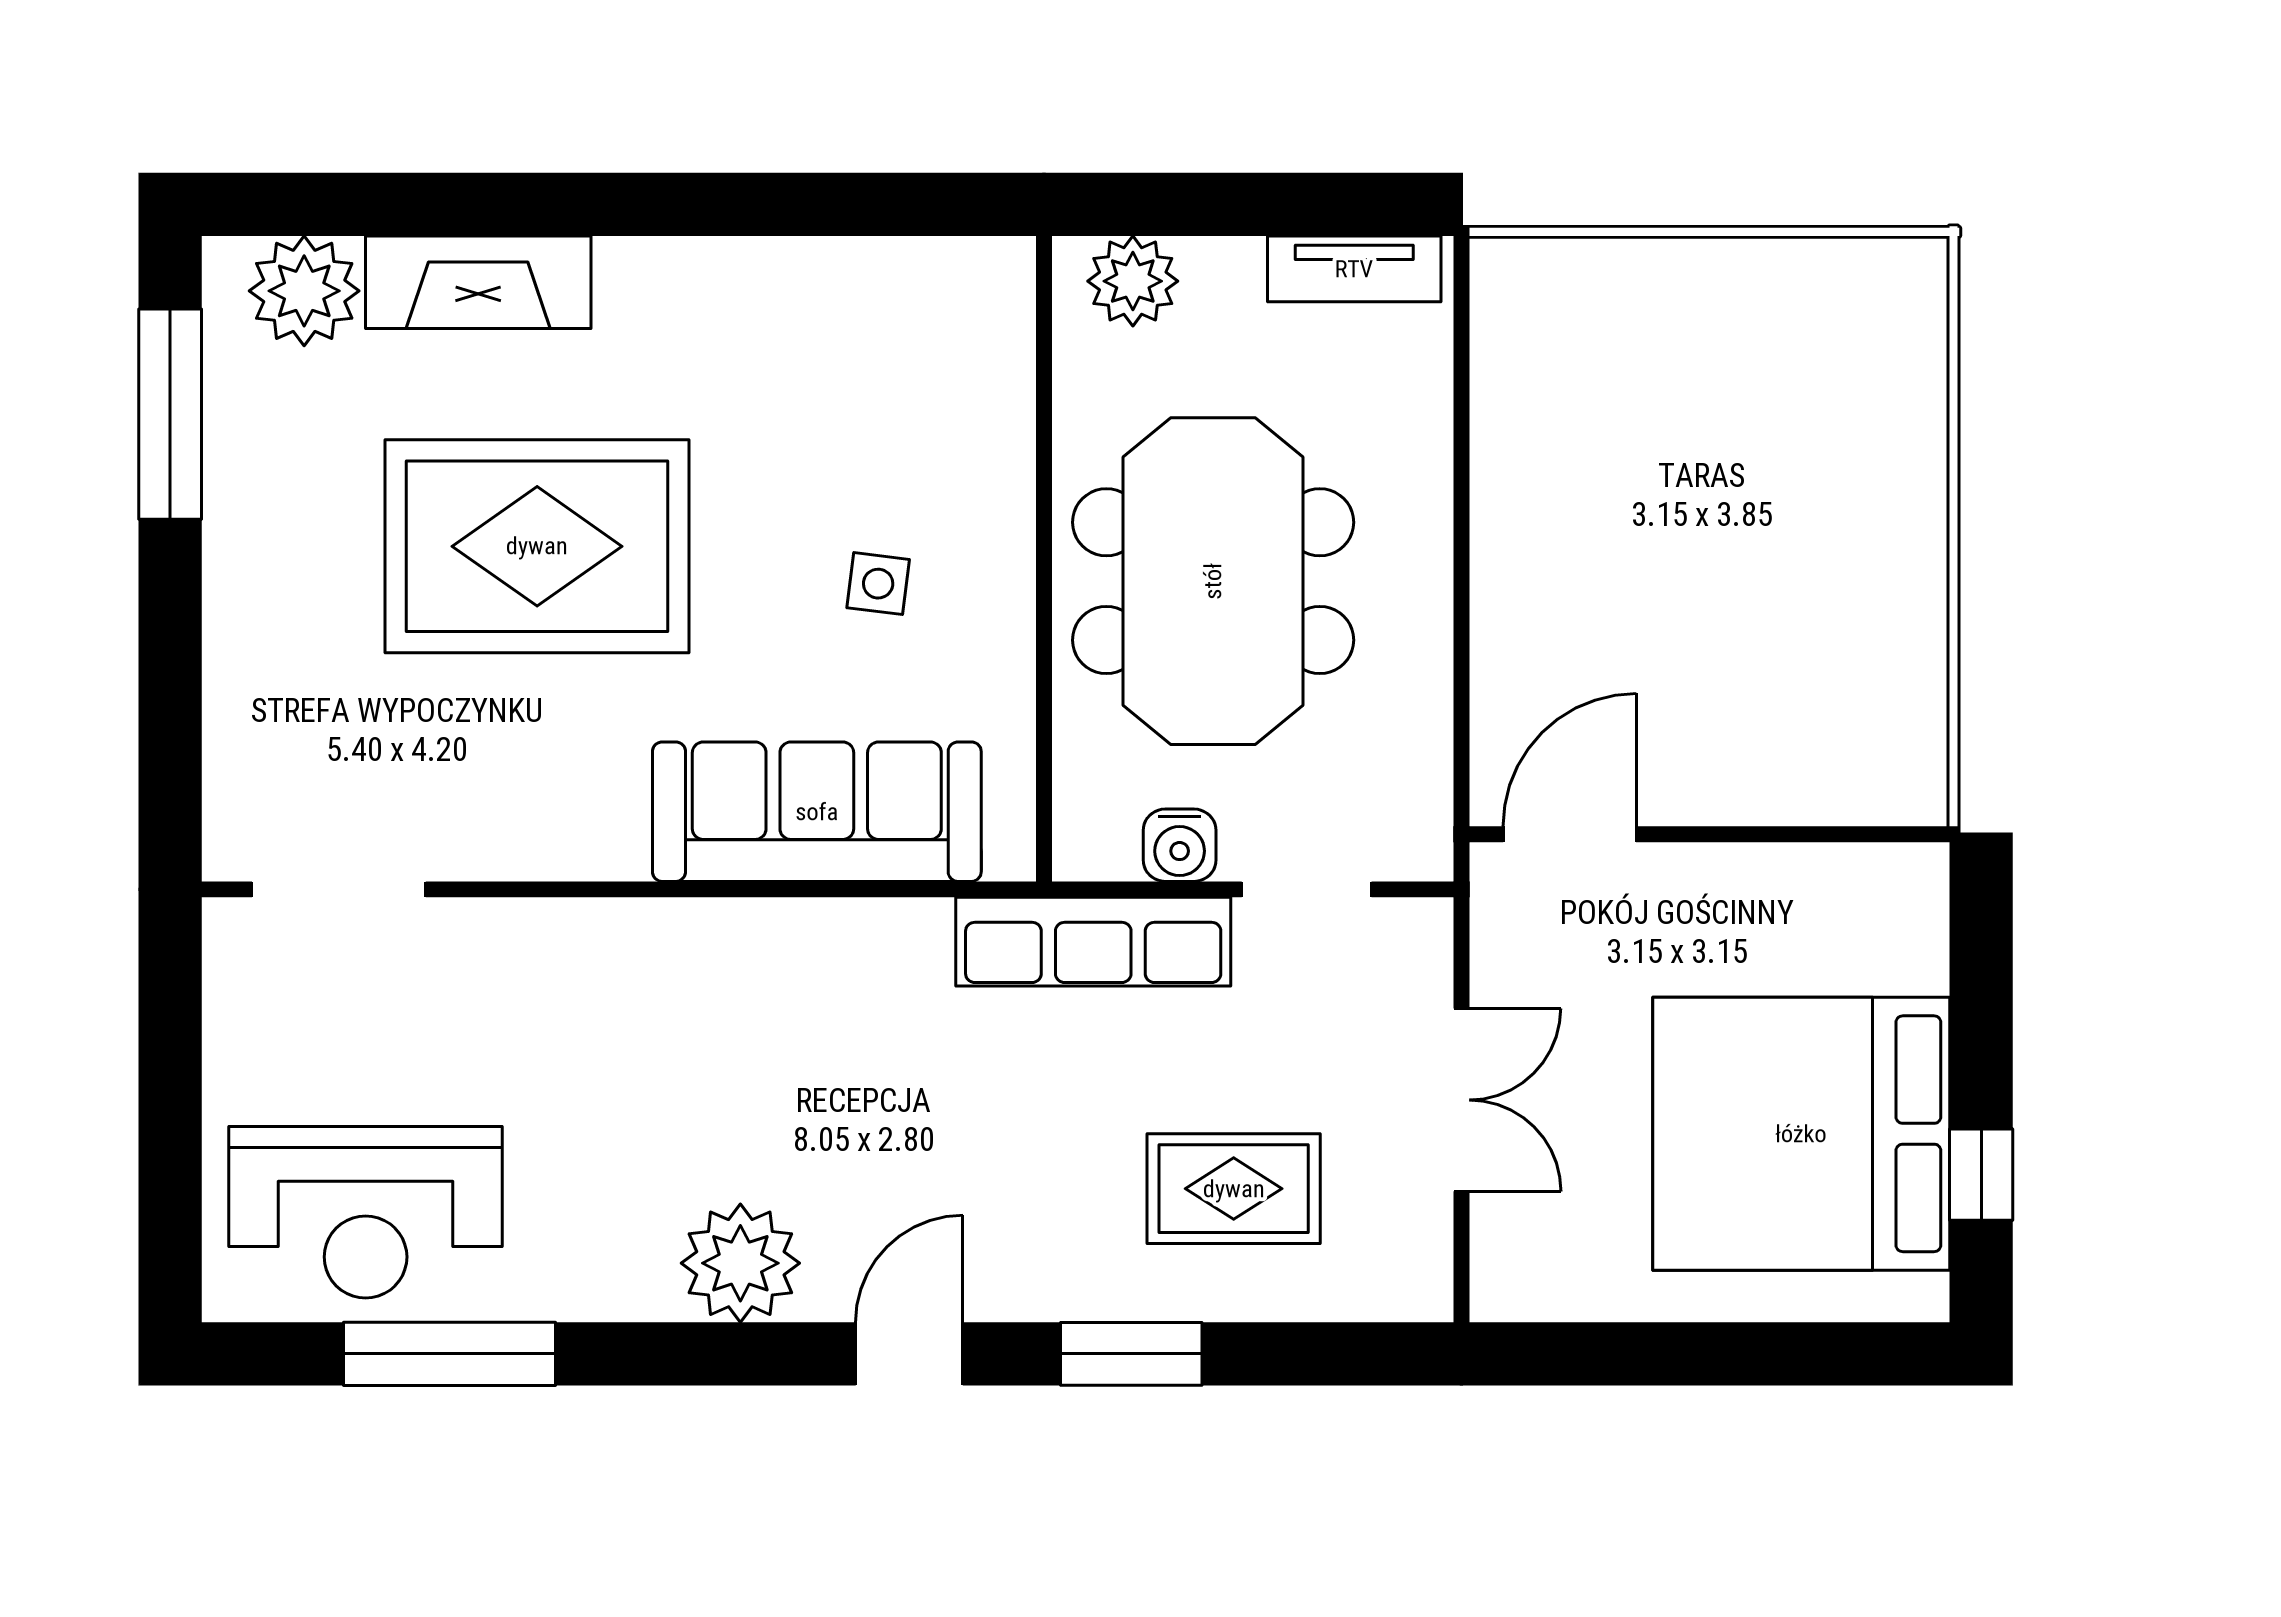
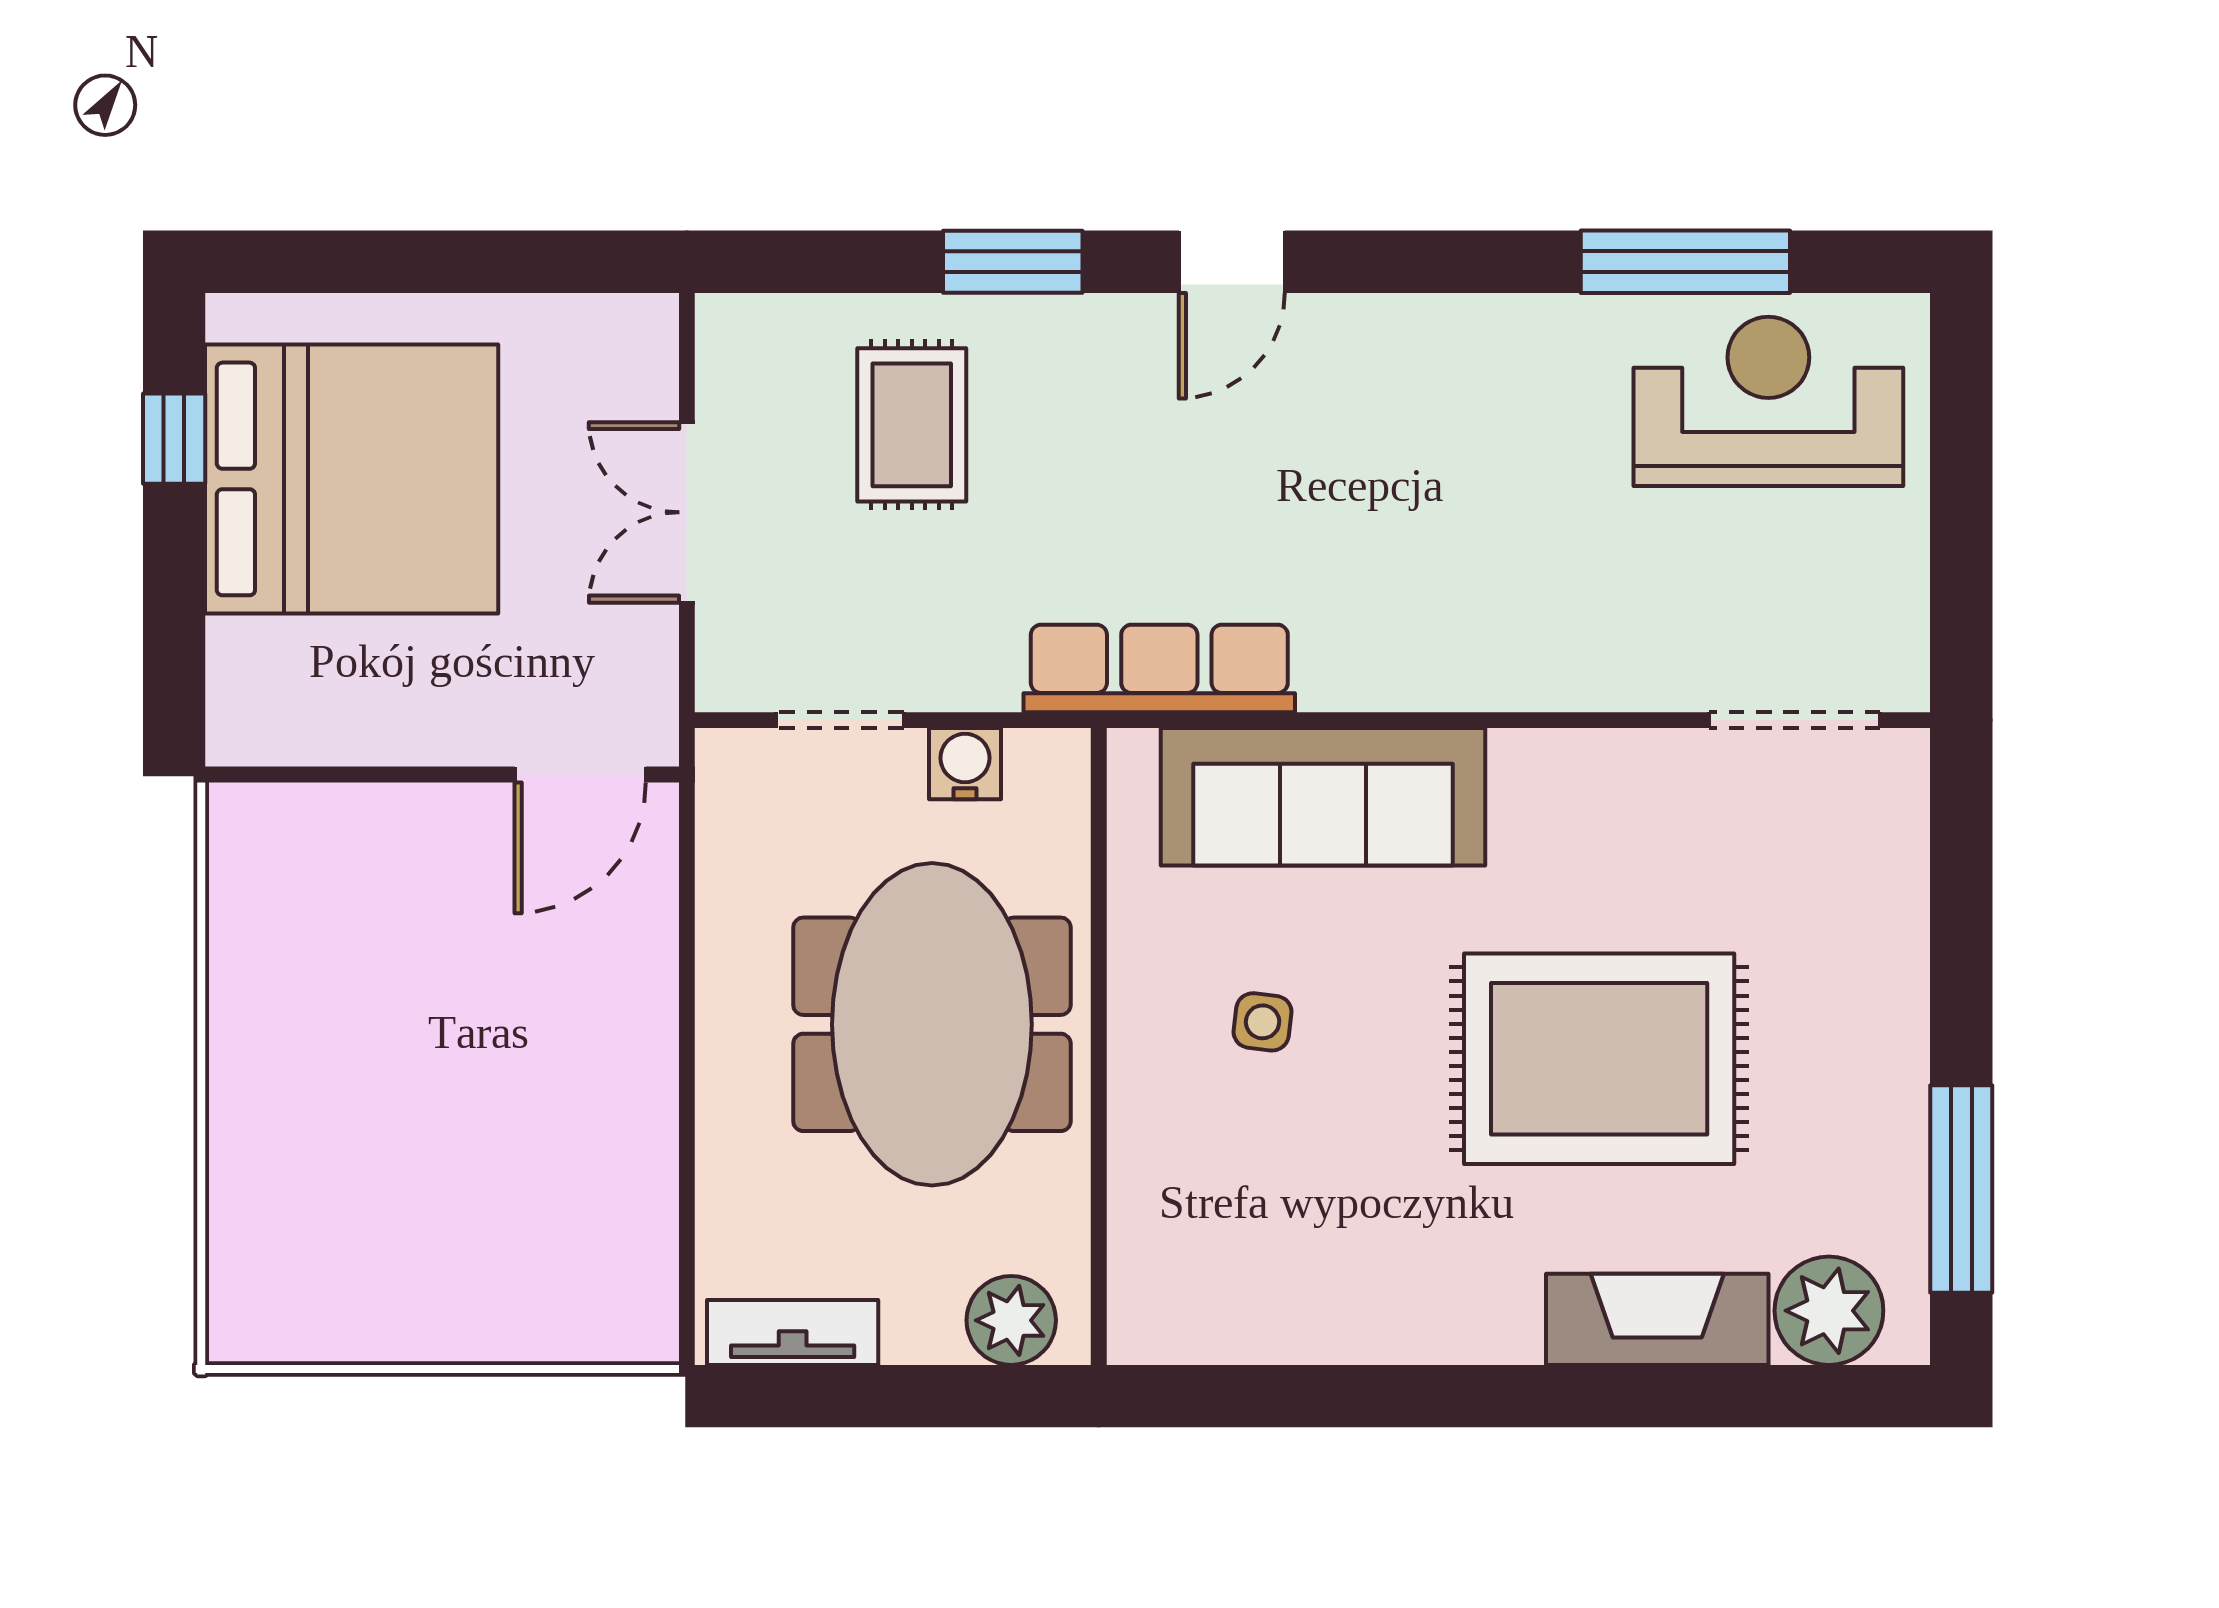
row of seats: (1093, 942) -> (1159, 668), moved
rug: (1234, 1189) -> (912, 425), turned 90
plant: (740, 1263) -> (1398, 351), removed

